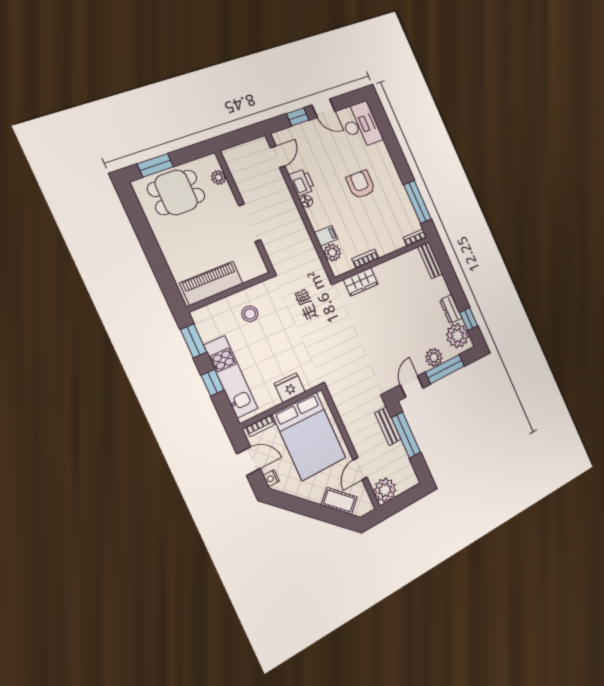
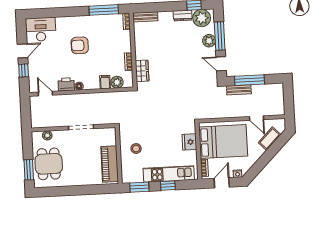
plant: (385, 490) -> (277, 108), removed

